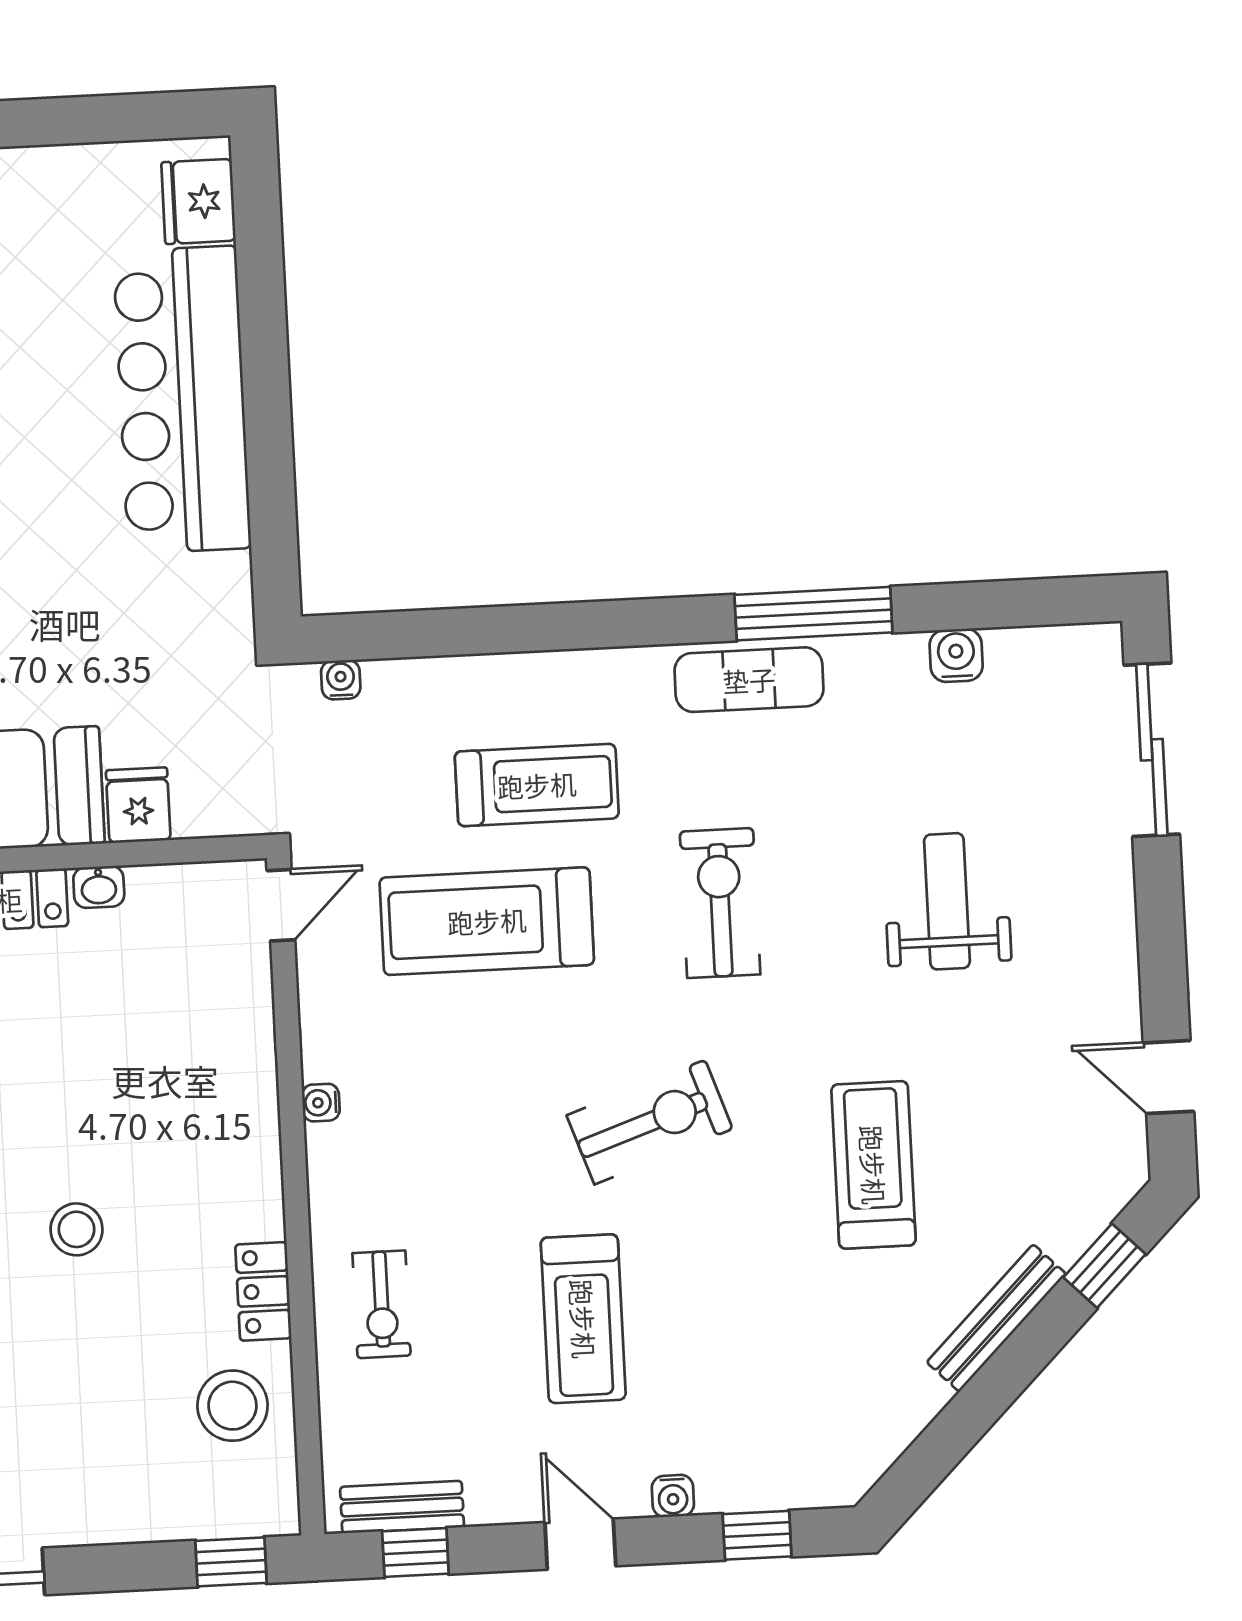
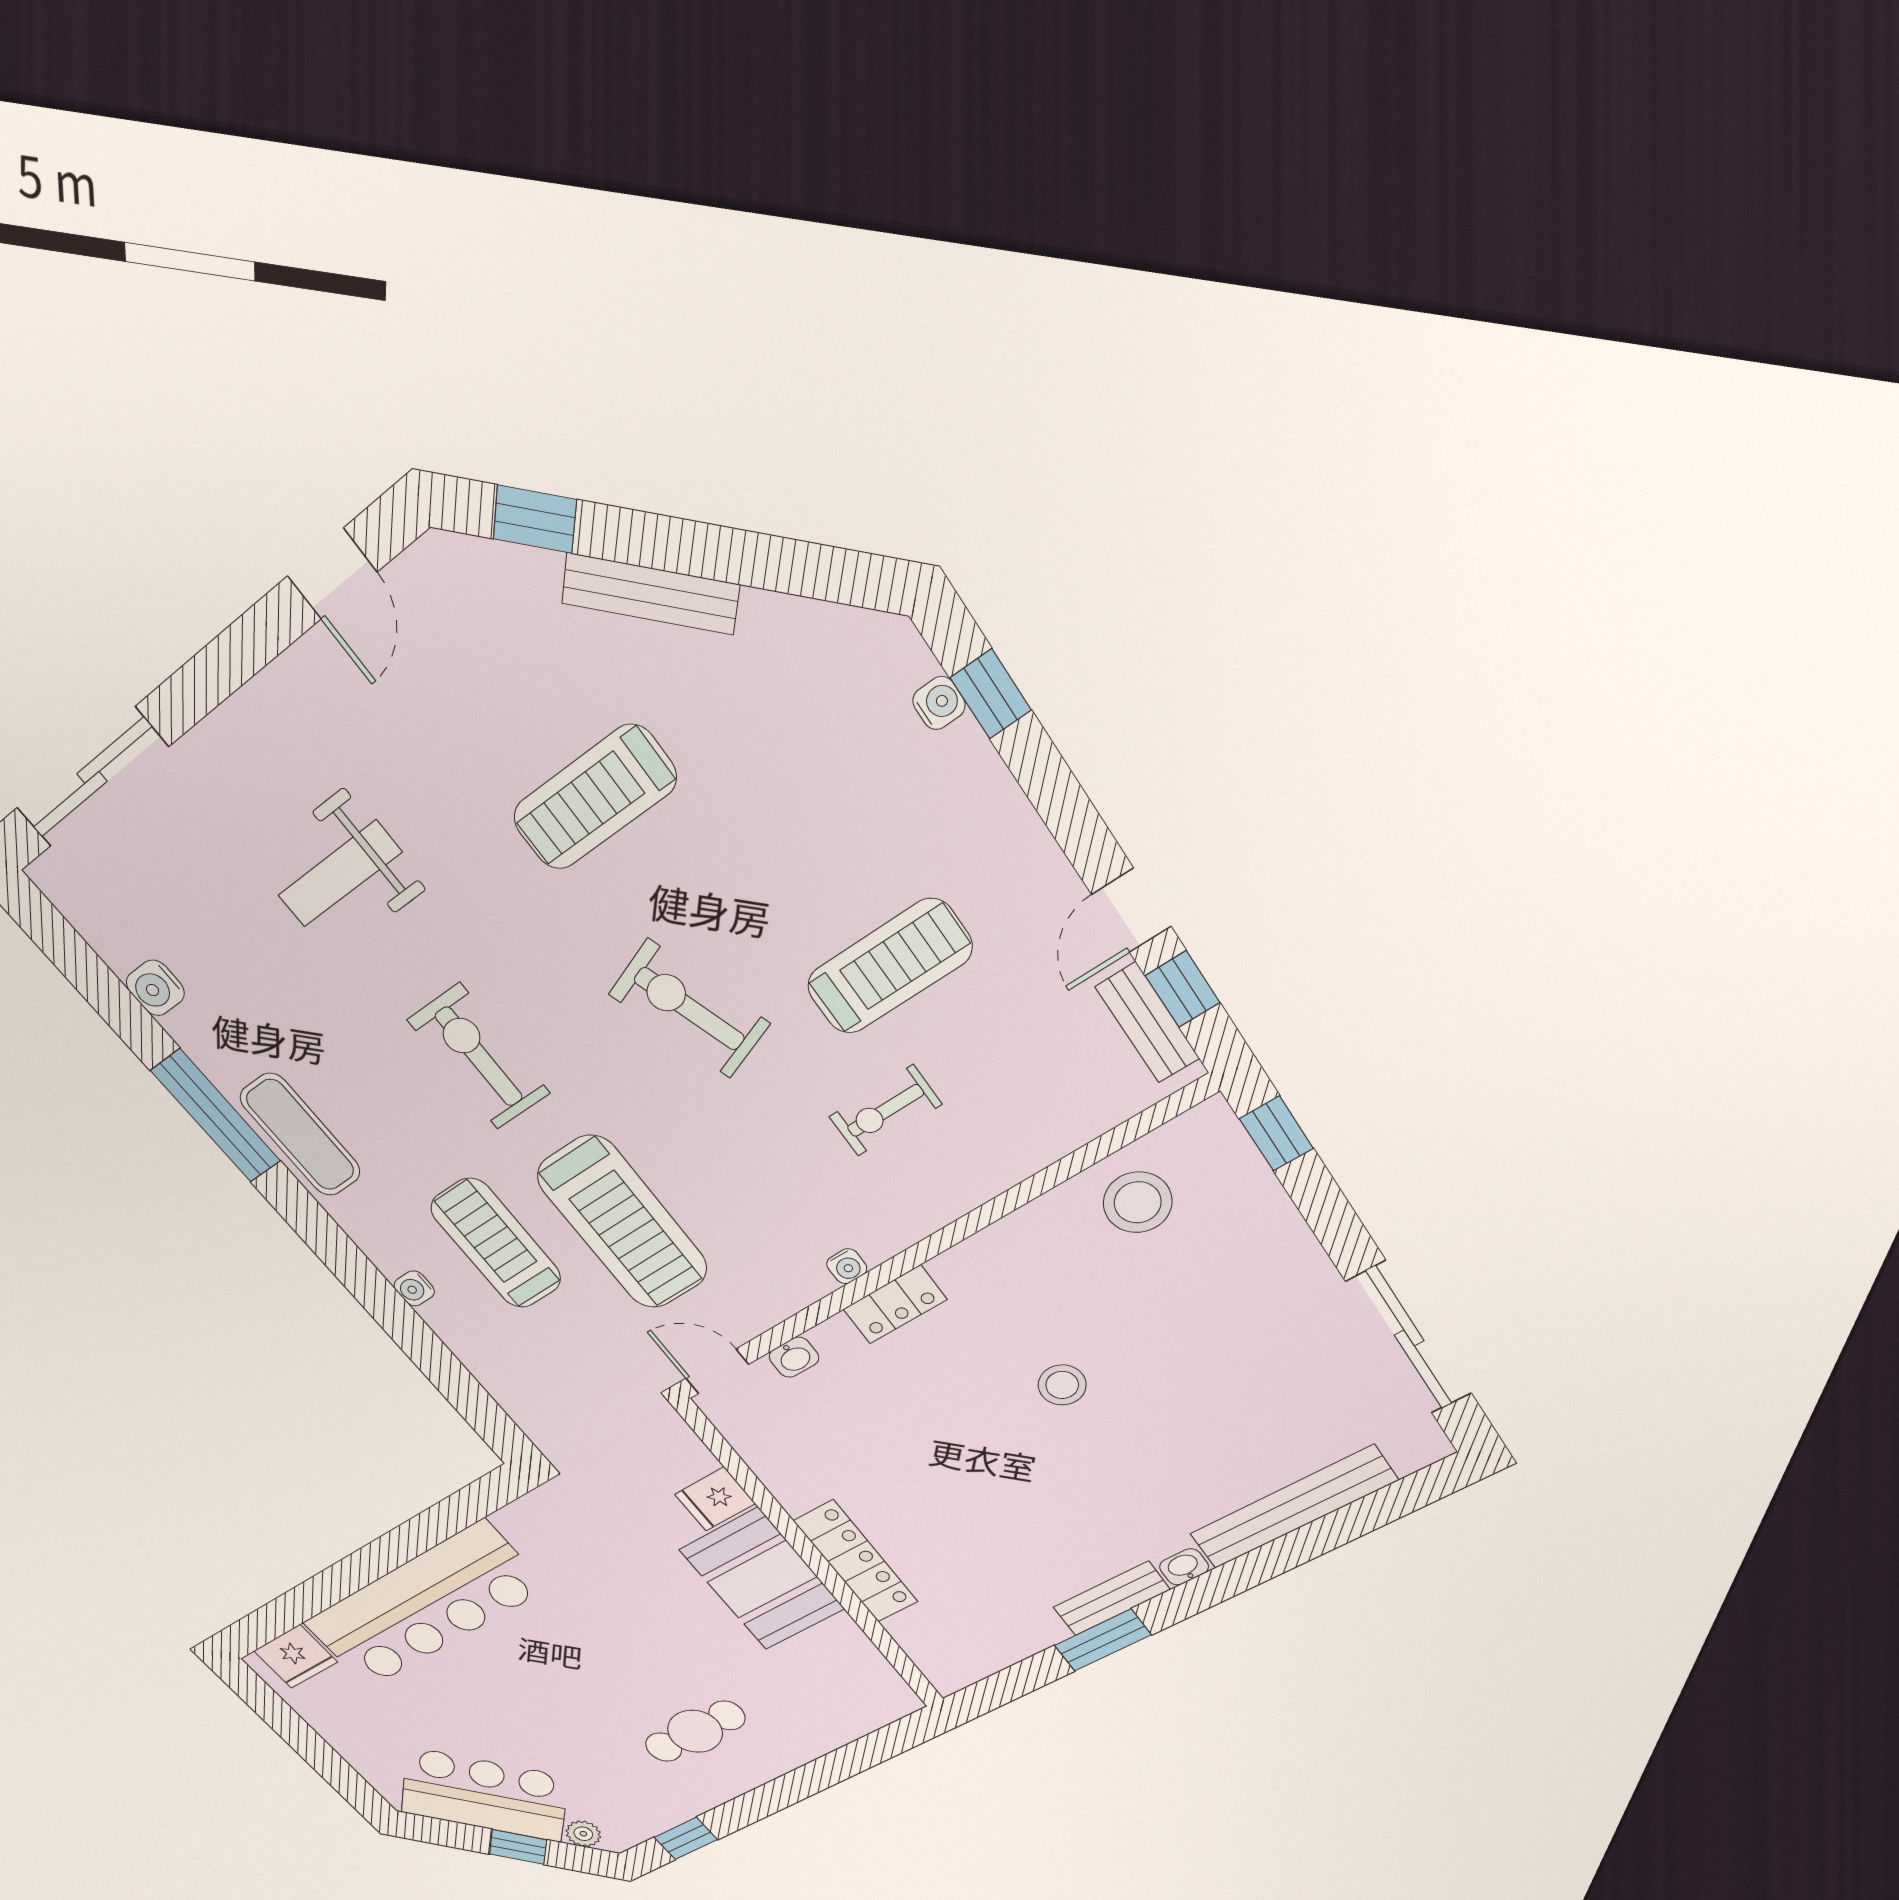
water cooler: (341, 680) -> (414, 1288), moved
washbasin: (99, 887) -> (794, 1357), moved, turned 90
exercise bike: (720, 903) -> (479, 1057), turned 90
locker: (263, 1291) -> (895, 1304), moved
exercise bike: (381, 1304) -> (885, 1111), moved, turned 180
water cooler: (673, 1496) -> (939, 703), moved
door: (580, 1544) -> (1131, 910), moved

